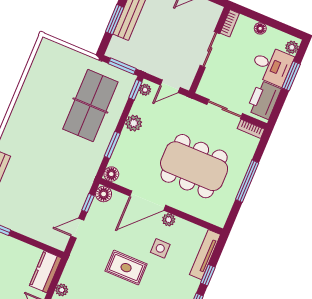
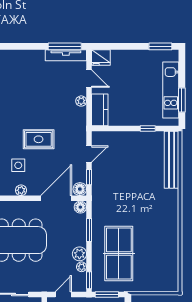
plant: (145, 90) -> (82, 267), moved
door: (148, 201) -> (56, 198), moved

